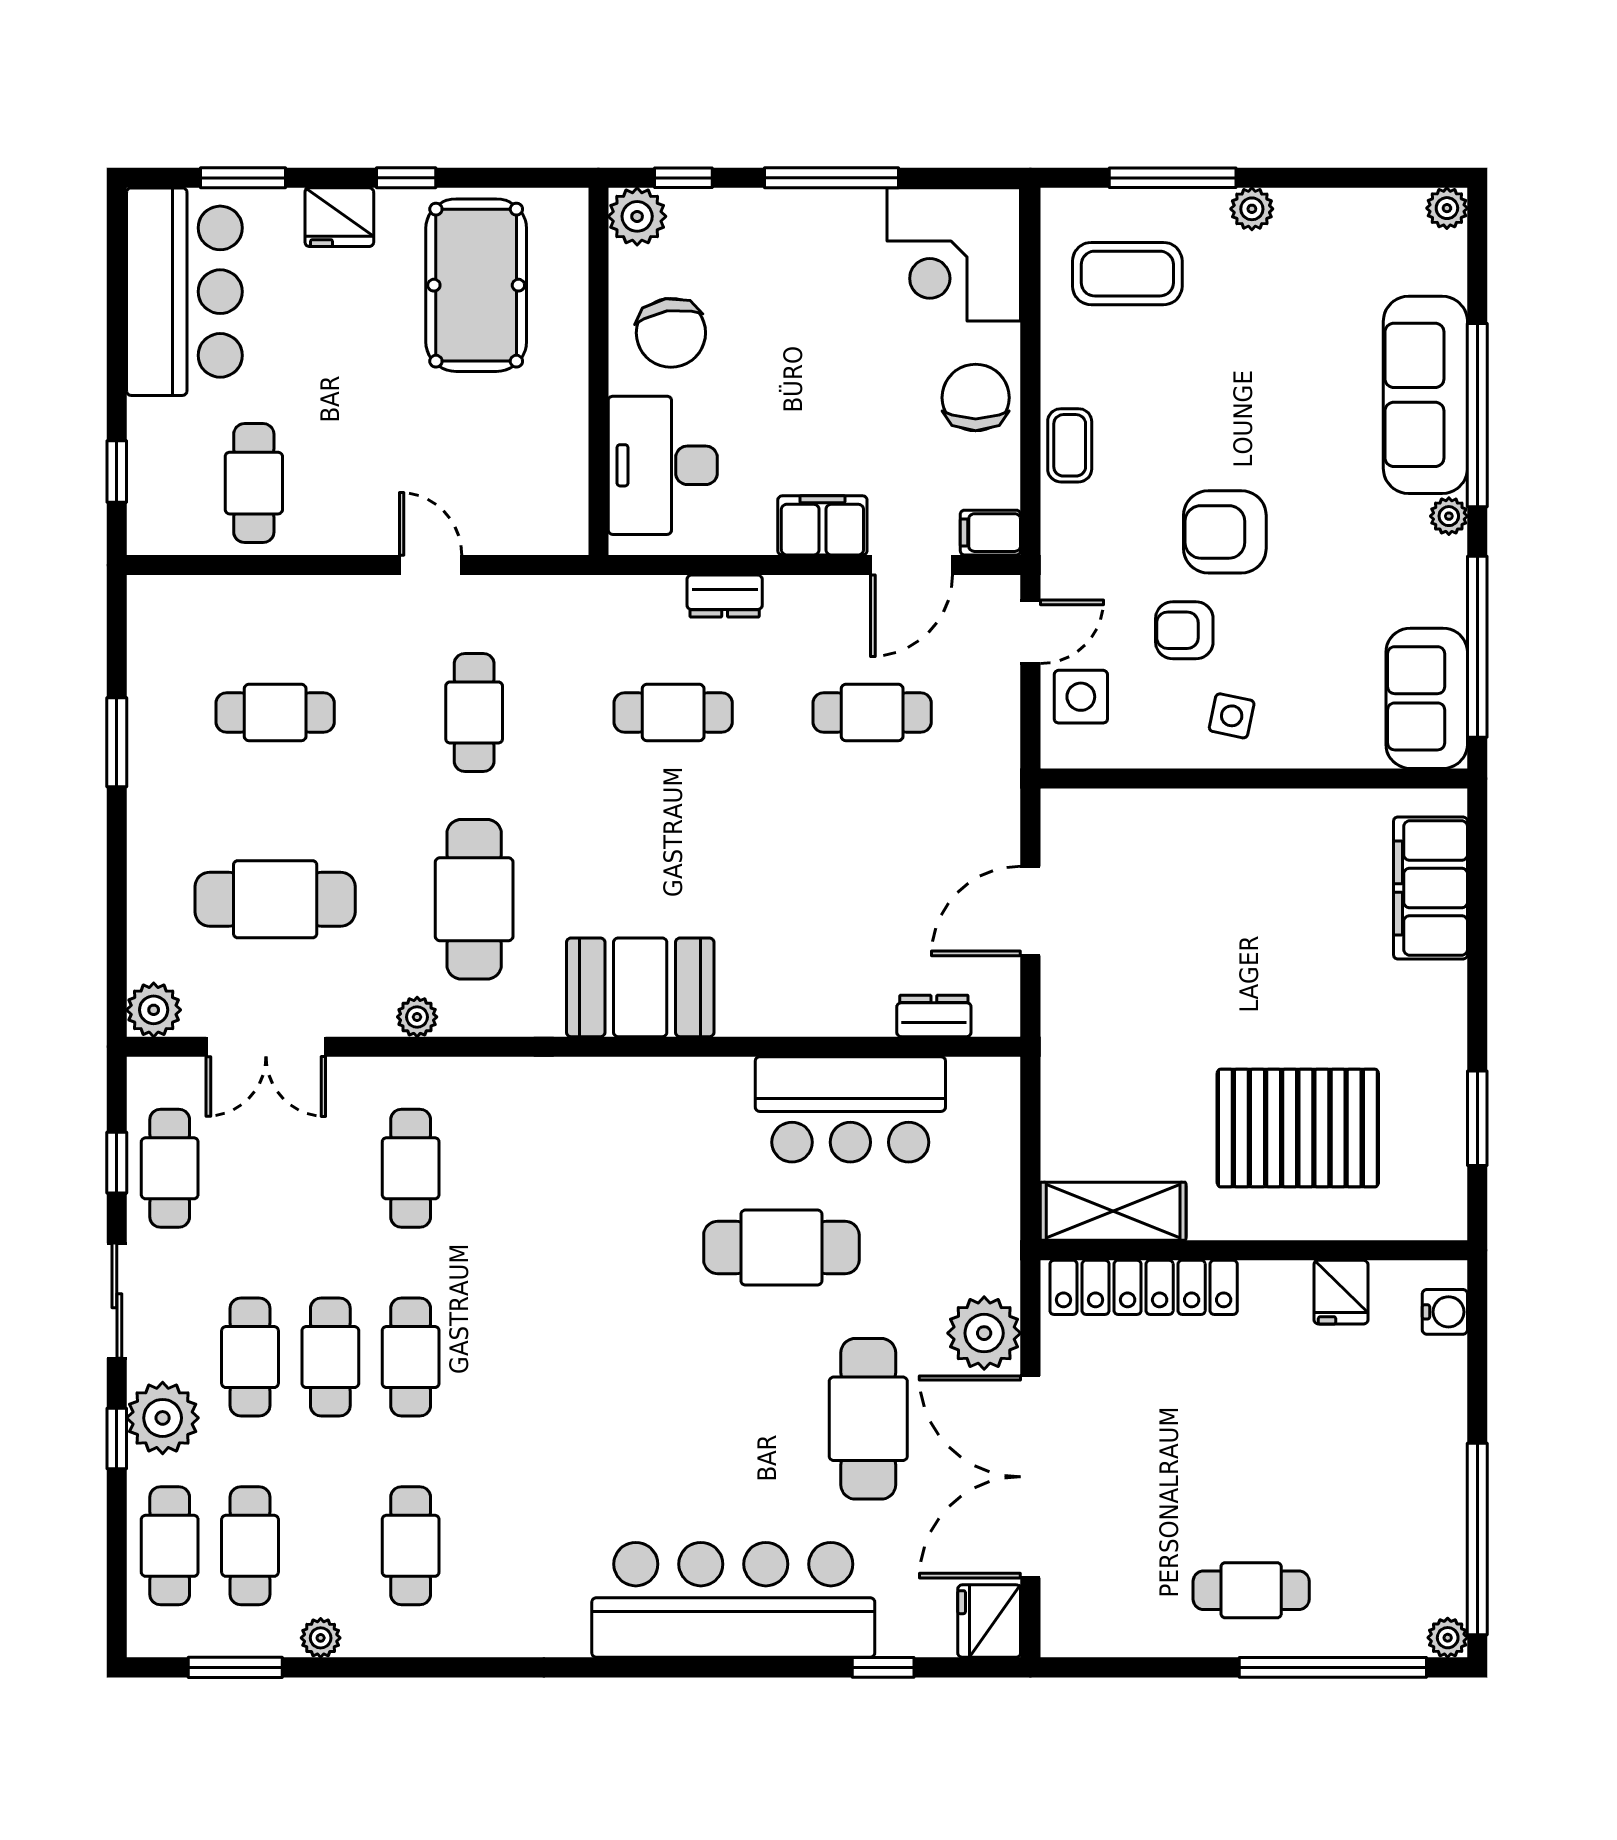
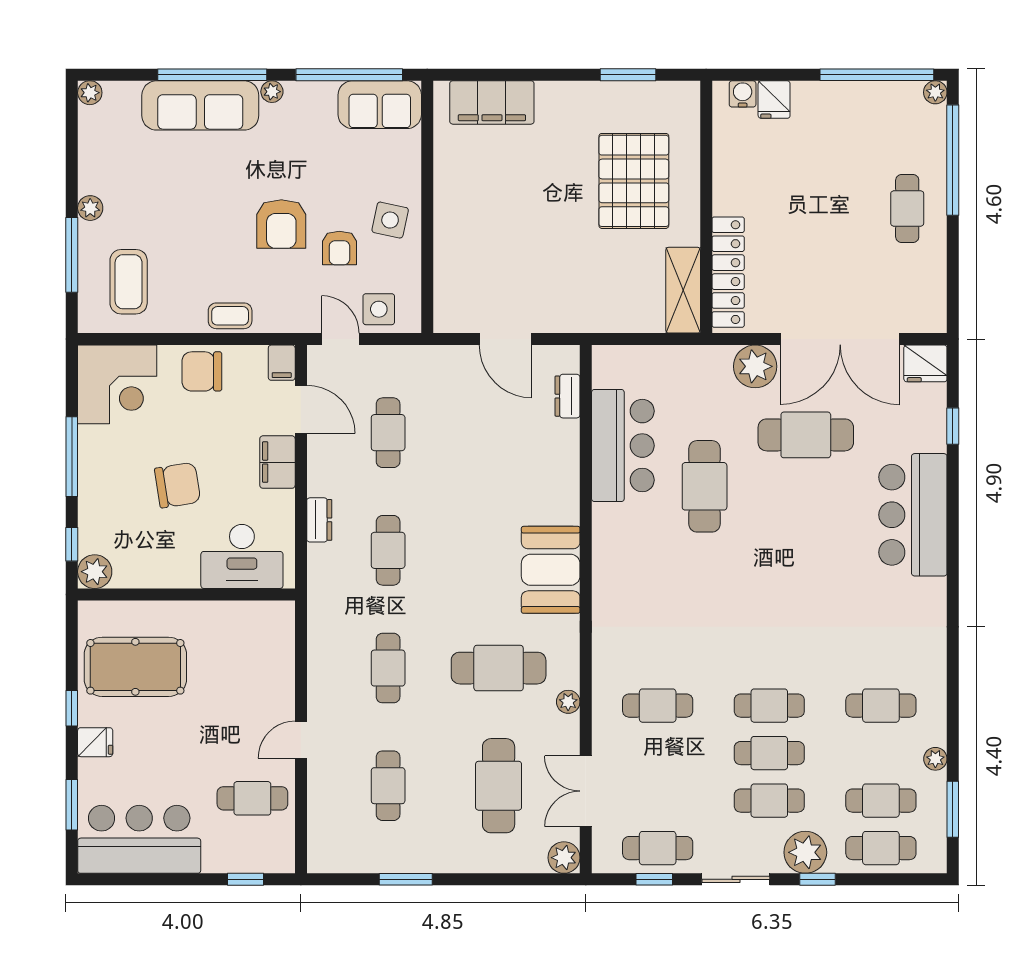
fridge: (339, 217) -> (95, 742), width x0.72
chair: (671, 333) -> (178, 485), moved
door: (431, 565) -> (301, 740), moved
cafe table: (474, 712) -> (388, 668), turned 90
side table: (1232, 716) -> (390, 220), width x1.37, depth x1.37
double door: (266, 1047) -> (586, 791), swing flipped
fridge: (1341, 1292) -> (774, 100), moved, turned 90
bar counter: (733, 1600) -> (913, 515), width x0.73

